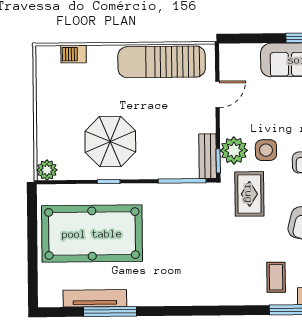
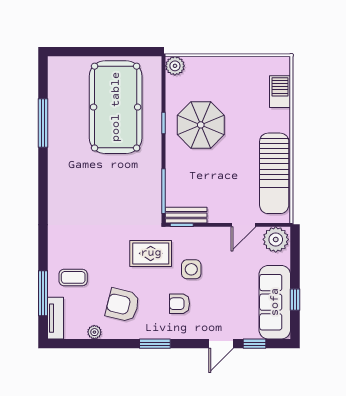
barbecue: (74, 54) -> (280, 92), width x1.38, depth x1.27
sun lounger: (162, 62) -> (274, 173), turned 180
door: (217, 94) -> (243, 225), hinge flipped
plant: (234, 150) -> (276, 239), moved
tv unit: (95, 298) -> (55, 109), removed

